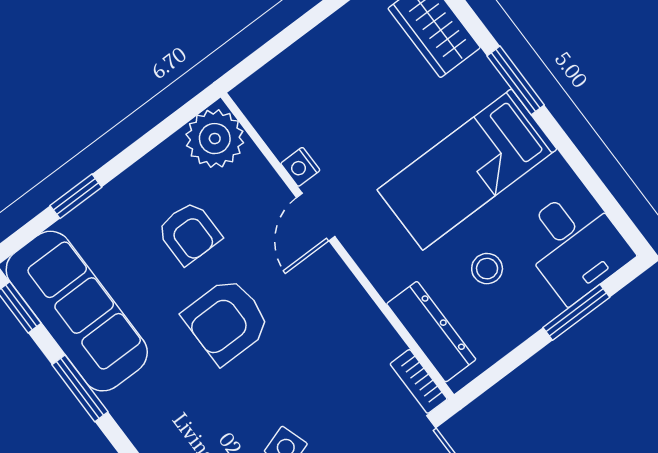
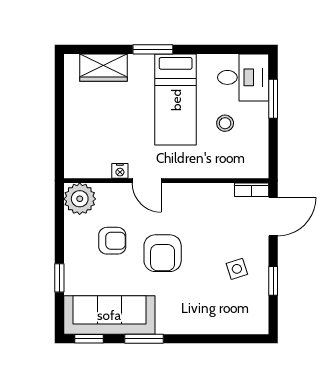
dresser: (431, 332) -> (234, 168), removed

